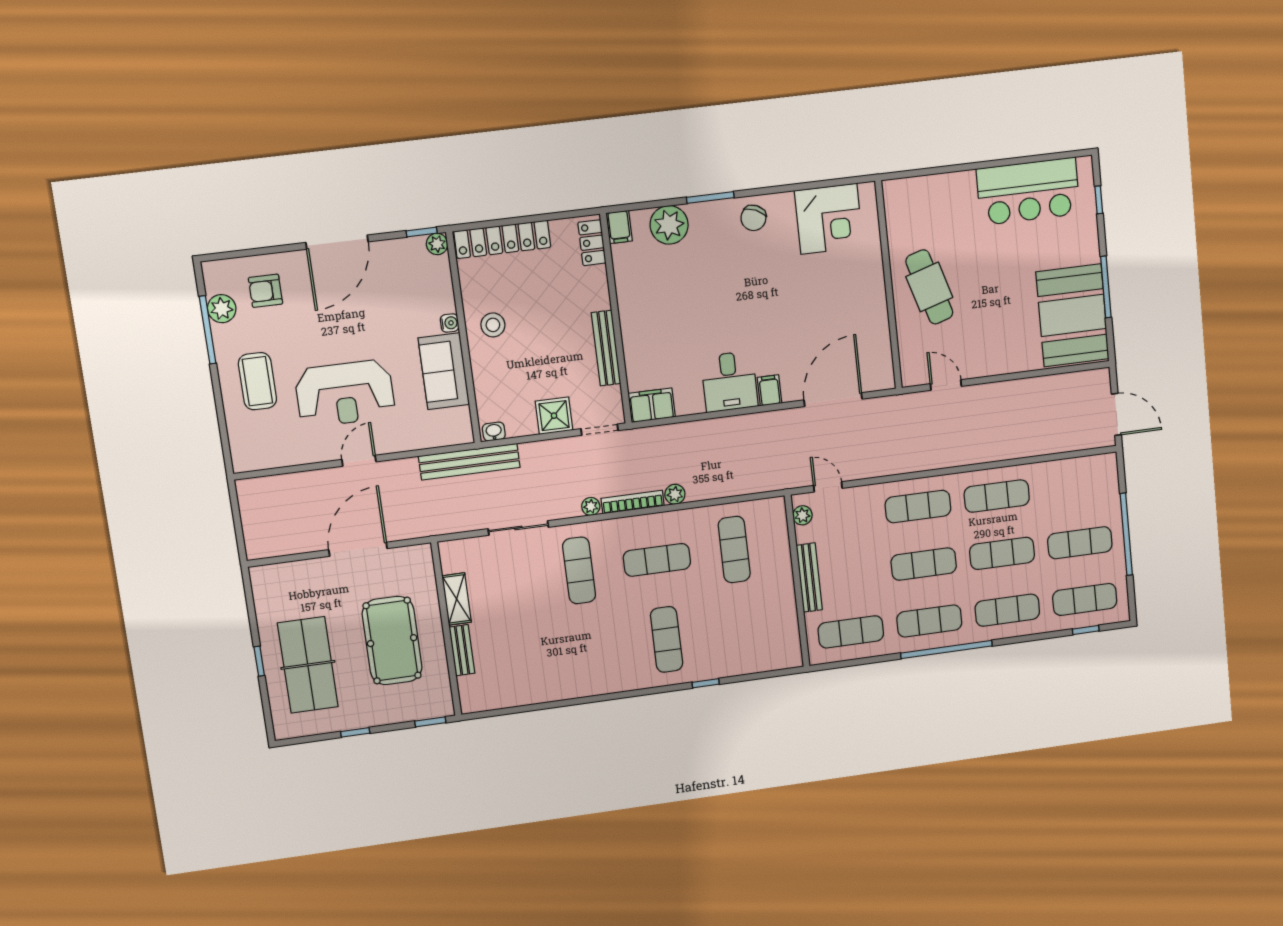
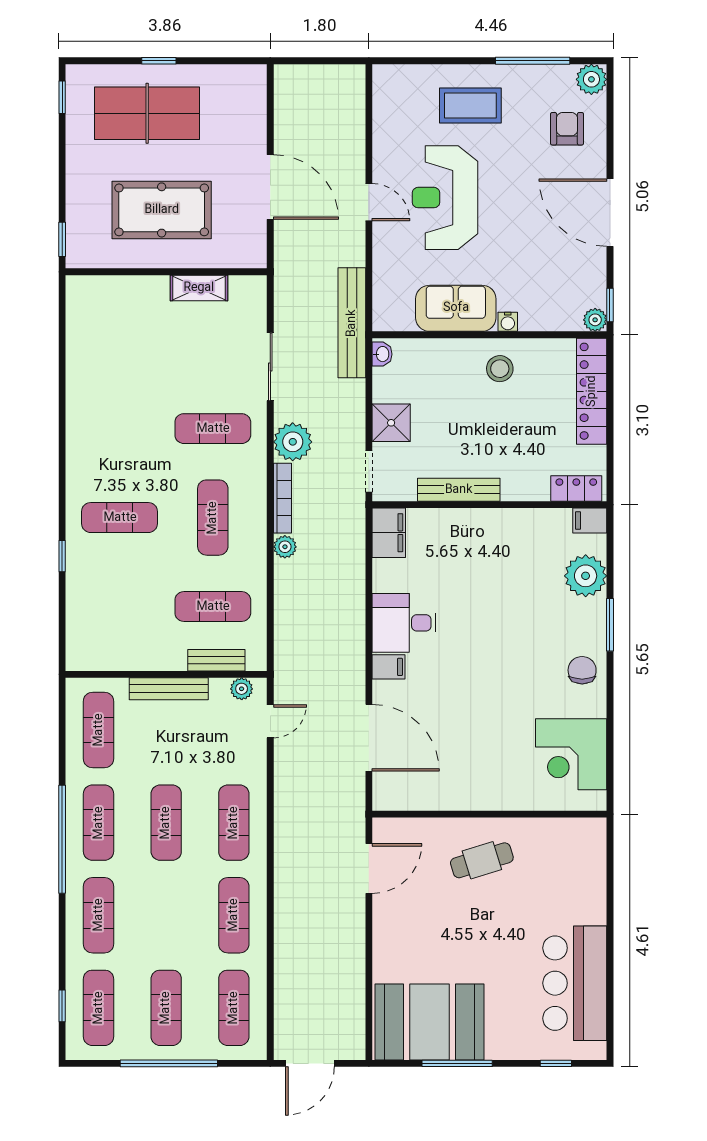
chair: (753, 218) -> (582, 670), turned 66
cafe table: (929, 287) -> (482, 860), width x0.73, depth x0.74
plant: (222, 309) -> (591, 79), moved
door: (946, 385) -> (369, 868), width x1.38
plant: (591, 506) -> (293, 442), width x1.87, depth x1.87
exercise mat: (1002, 553) -> (234, 1008), moved
bench: (462, 650) -> (216, 660), moved
window: (355, 732) -> (62, 97), moved

